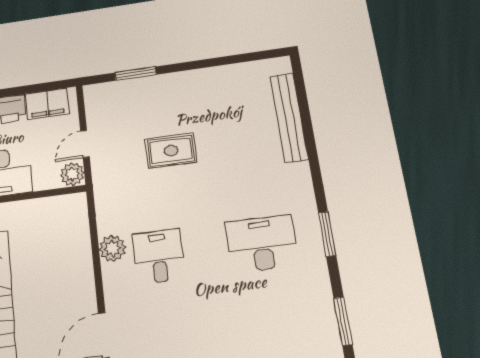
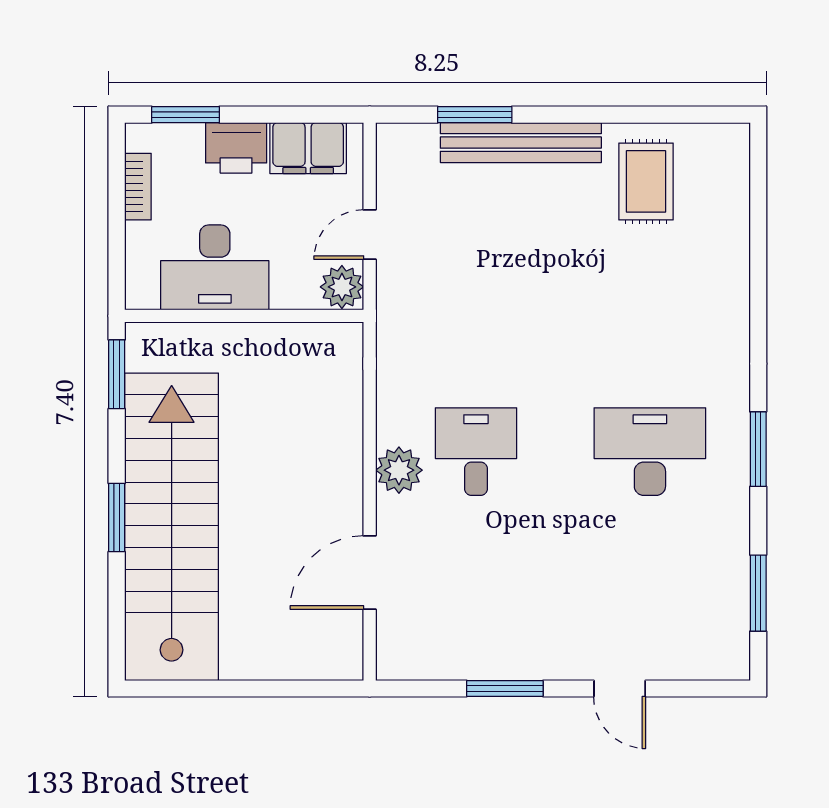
bench: (289, 117) -> (521, 143), moved, turned 90
rug: (171, 151) -> (646, 181), moved, turned 90
plant: (112, 248) -> (399, 470), moved

